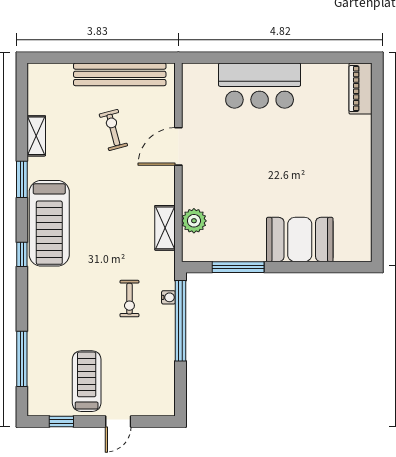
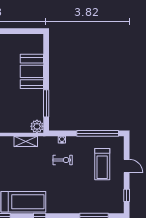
plant: (194, 221) -> (37, 126), moved
window: (180, 321) -> (98, 133), moved
treadmill: (87, 381) -> (102, 164), moved, turned -90

